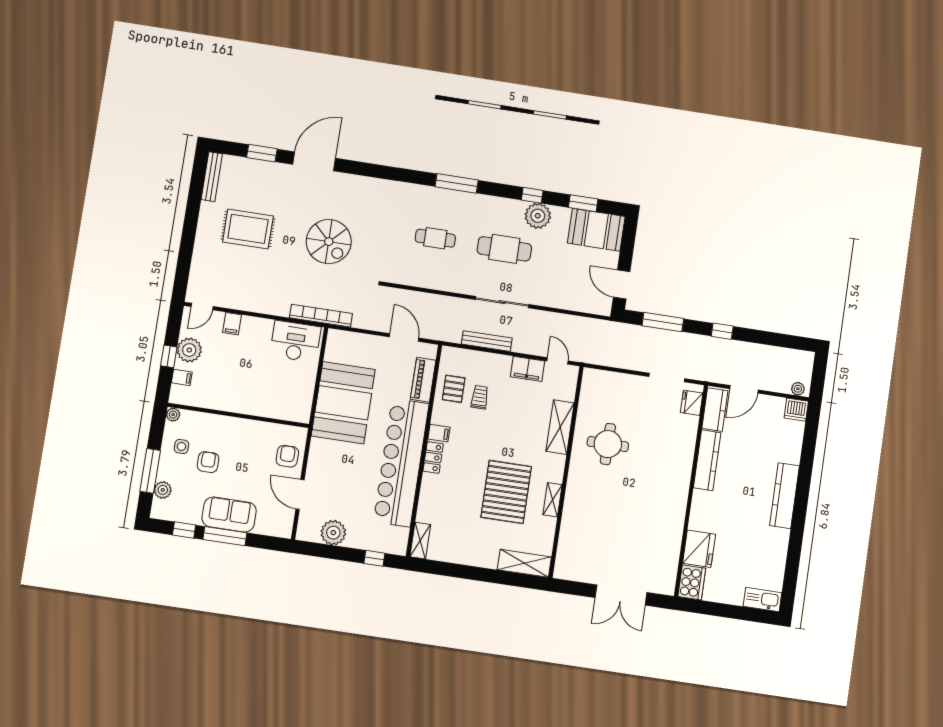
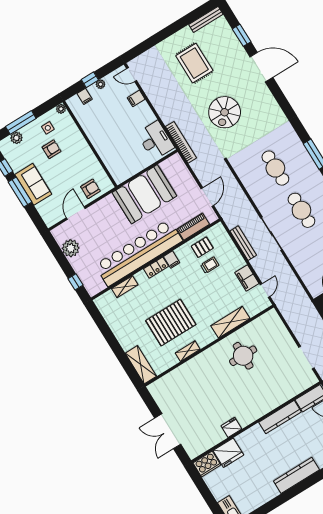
cafe table: (435, 238) -> (275, 168), width x1.37, depth x1.35
plant: (189, 350) -> (101, 84), width x0.53, depth x0.53
fridge: (692, 403) -> (231, 427), moved
shelving: (420, 541) -> (125, 287), moved

